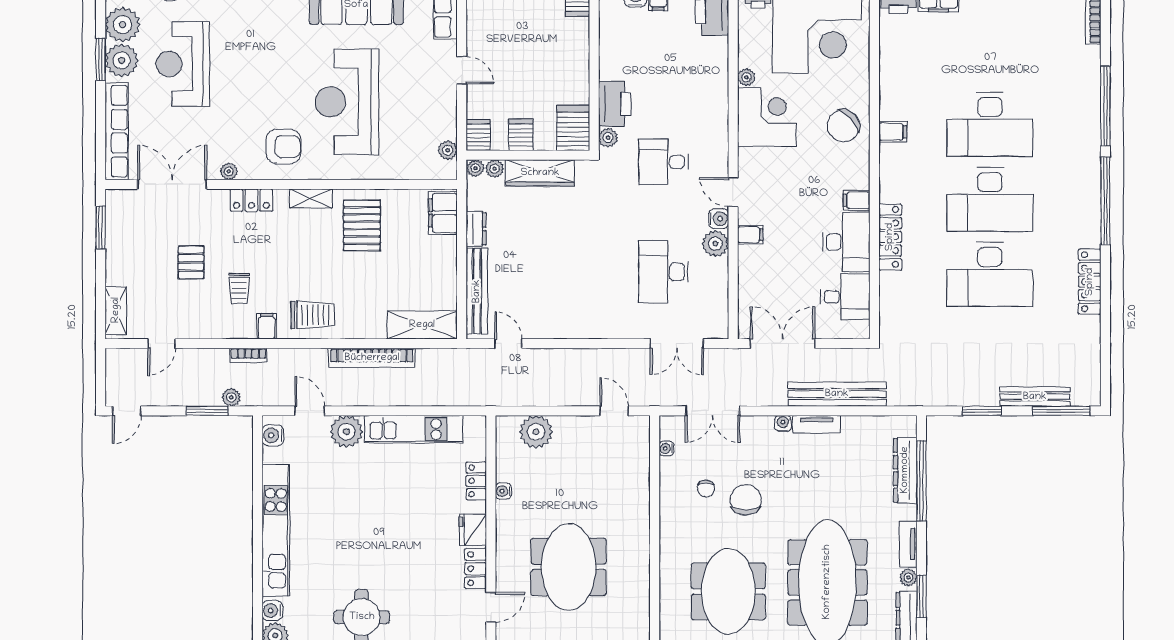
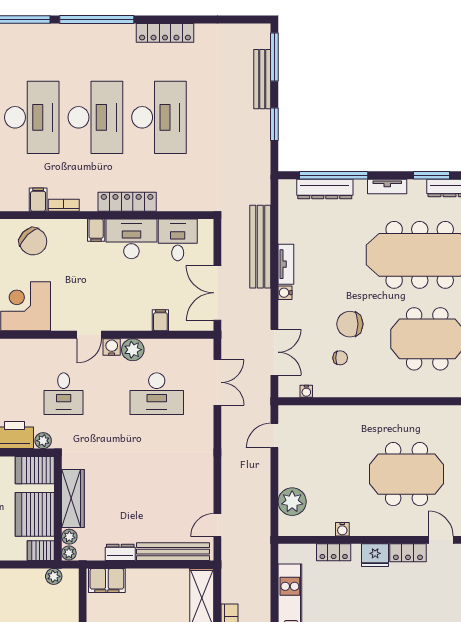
server rack: (521, 135) -> (35, 514), width x2.18, depth x1.44
bookcase: (886, 162) -> (64, 205), added
filing cabinet: (750, 235) -> (160, 320), moved
plant: (908, 578) -> (416, 186), removed

